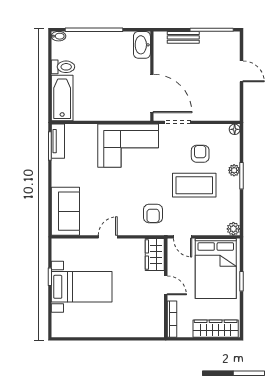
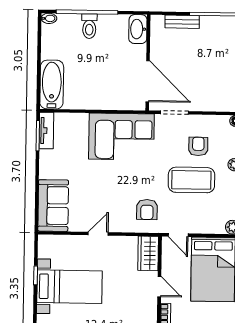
toilet: (63, 67) -> (89, 26), moved, turned 90

